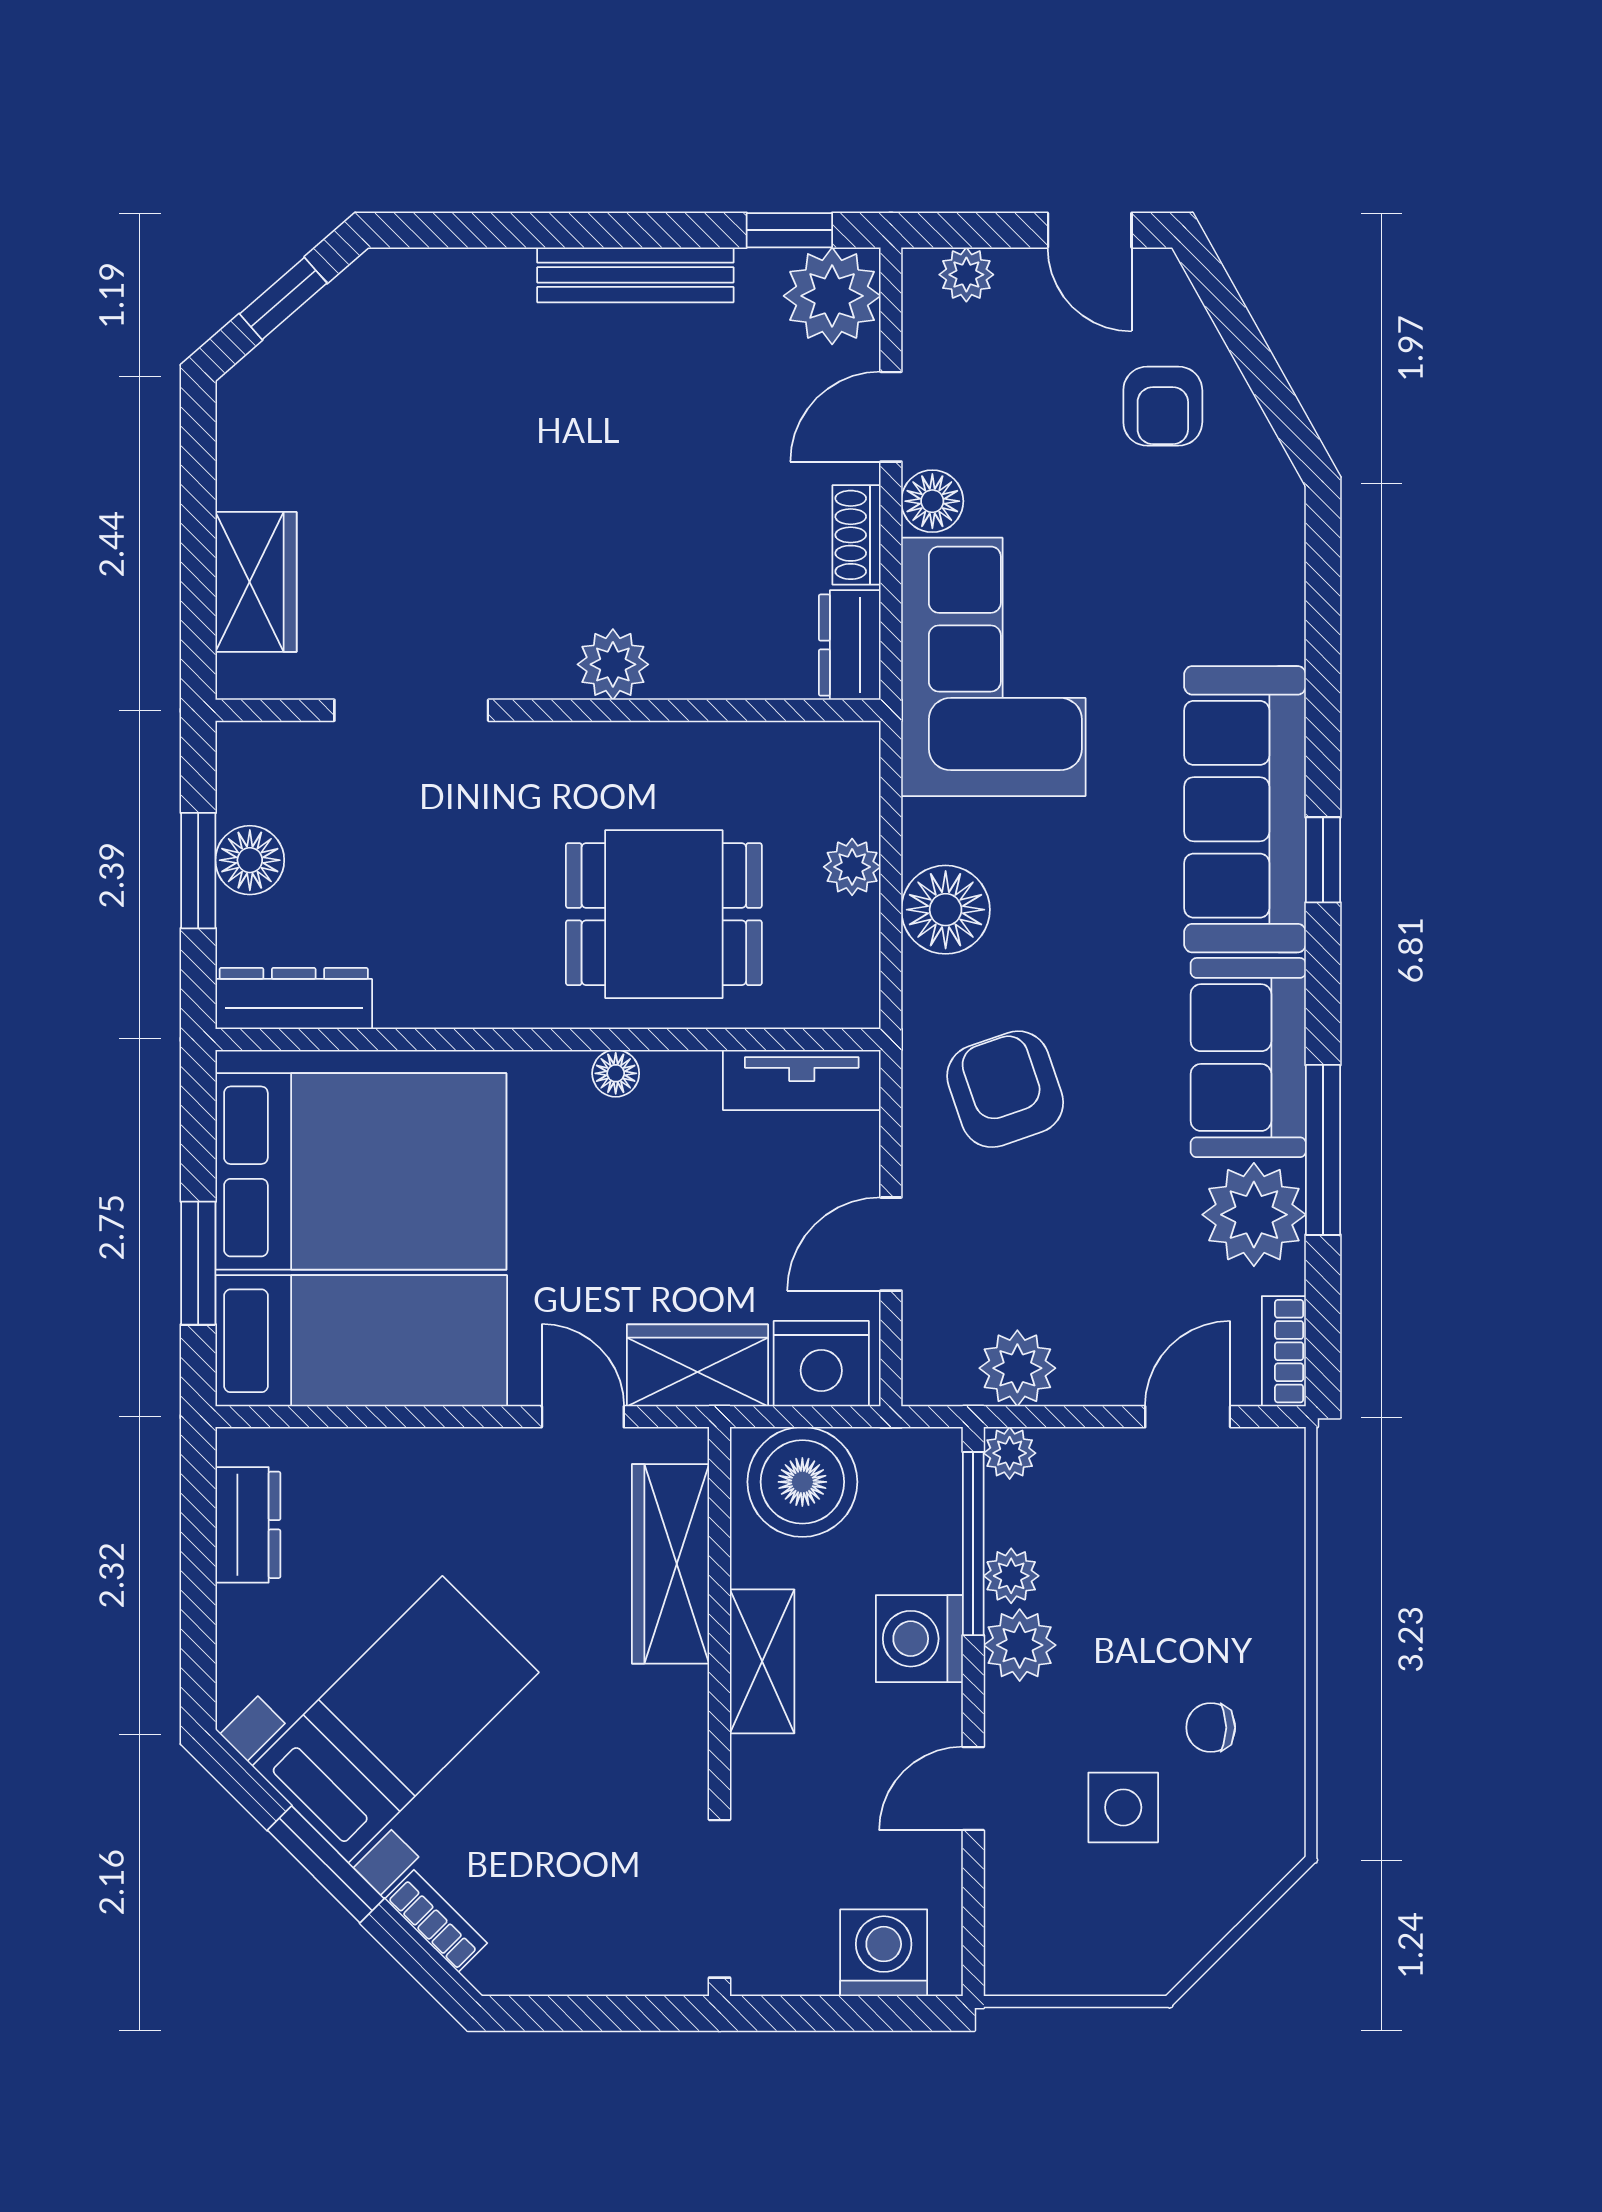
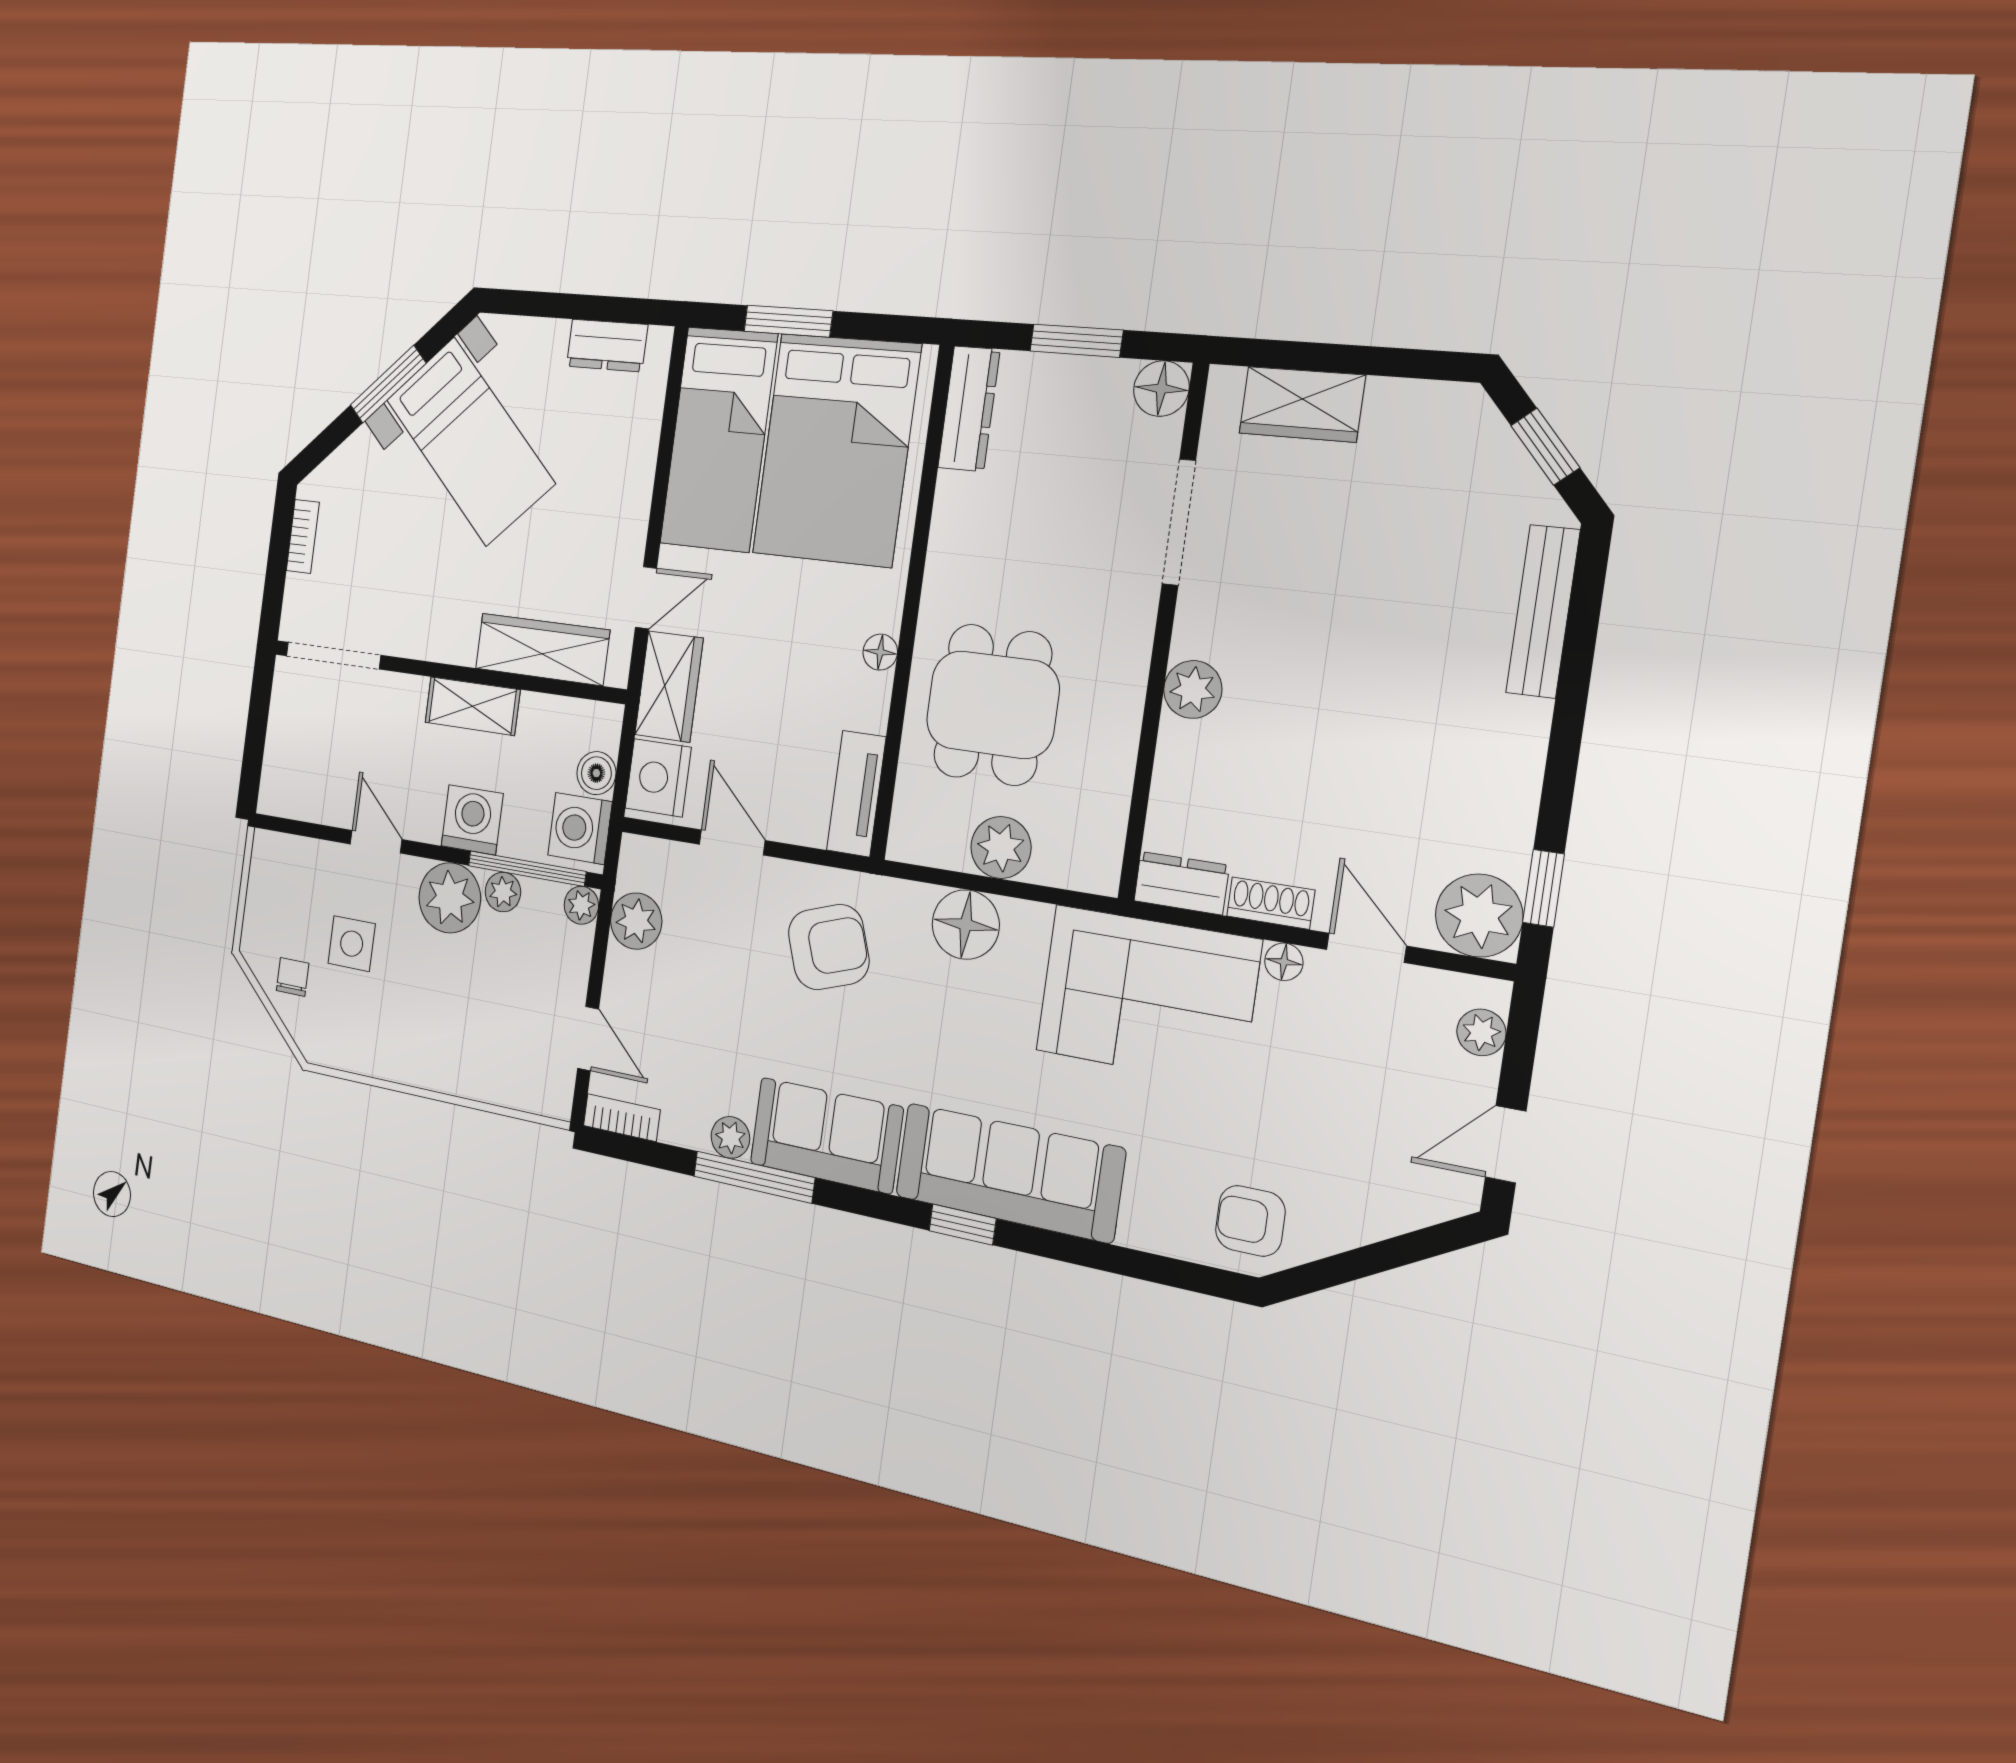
bench: (635, 275) -> (1543, 611), moved
armchair: (1163, 406) -> (1250, 1221), moved
floor lamp: (932, 501) -> (1284, 962), width x0.73, depth x0.73
floor lamp: (250, 860) -> (1161, 389), moved
plant: (852, 867) -> (1001, 847), width x1.38, depth x1.38
plant: (1254, 1215) -> (730, 1137), width x0.53, depth x0.53
boiler: (802, 1482) -> (596, 773), width x0.54, depth x0.54
plant: (1020, 1645) -> (450, 898), width x1.36, depth x1.36
chair: (1211, 1728) -> (293, 977), moved
bookcase: (436, 1921) -> (303, 536), moved, turned -45
washing machine: (884, 1953) -> (580, 828), moved, turned 180

